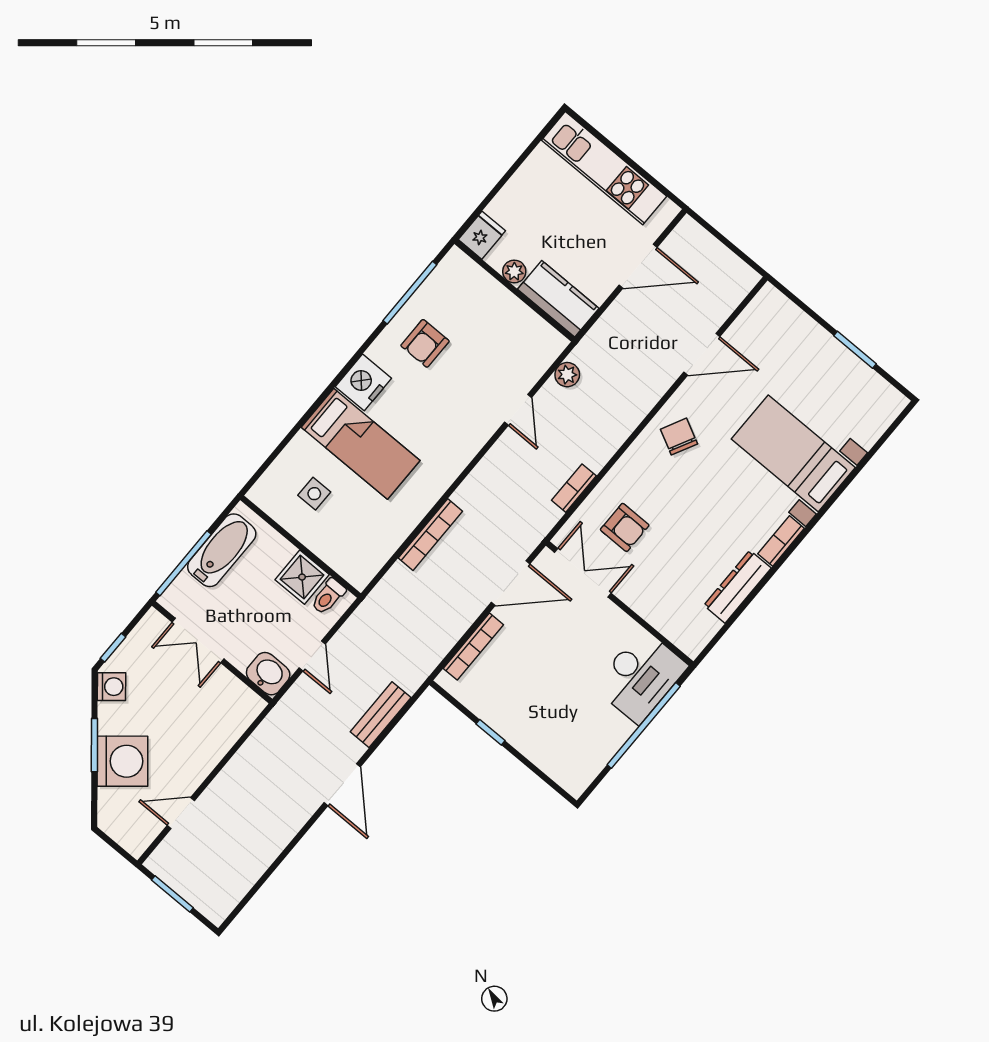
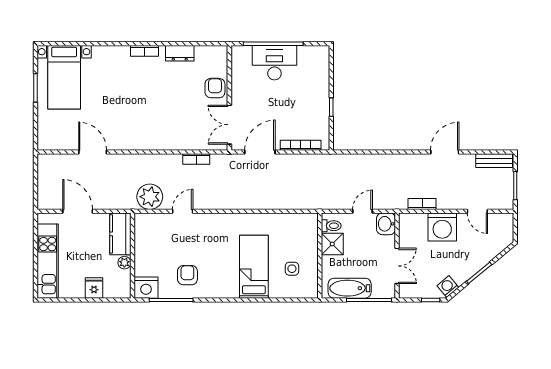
fridge: (482, 235) -> (94, 288), moved, turned 90
armchair: (425, 343) -> (187, 275), turned -90
plant: (567, 375) -> (150, 197), width x1.87, depth x1.87
nightstand: (363, 382) -> (146, 288), moved
chair: (679, 437) -> (136, 132), removed
bed with nightstands: (793, 453) -> (64, 77), moved
armchair: (625, 527) -> (215, 88), moved
bookcase: (430, 535) -> (422, 204), moved, width x0.64
door: (511, 583) -> (260, 152), hinge flipped
dresser: (737, 587) -> (180, 53), width x0.70
desk: (641, 676) -> (274, 63), moved
bench: (381, 715) -> (494, 161), moved
washing machine: (122, 761) -> (442, 227), moved, turned -140
door: (342, 785) -> (445, 152), moved

